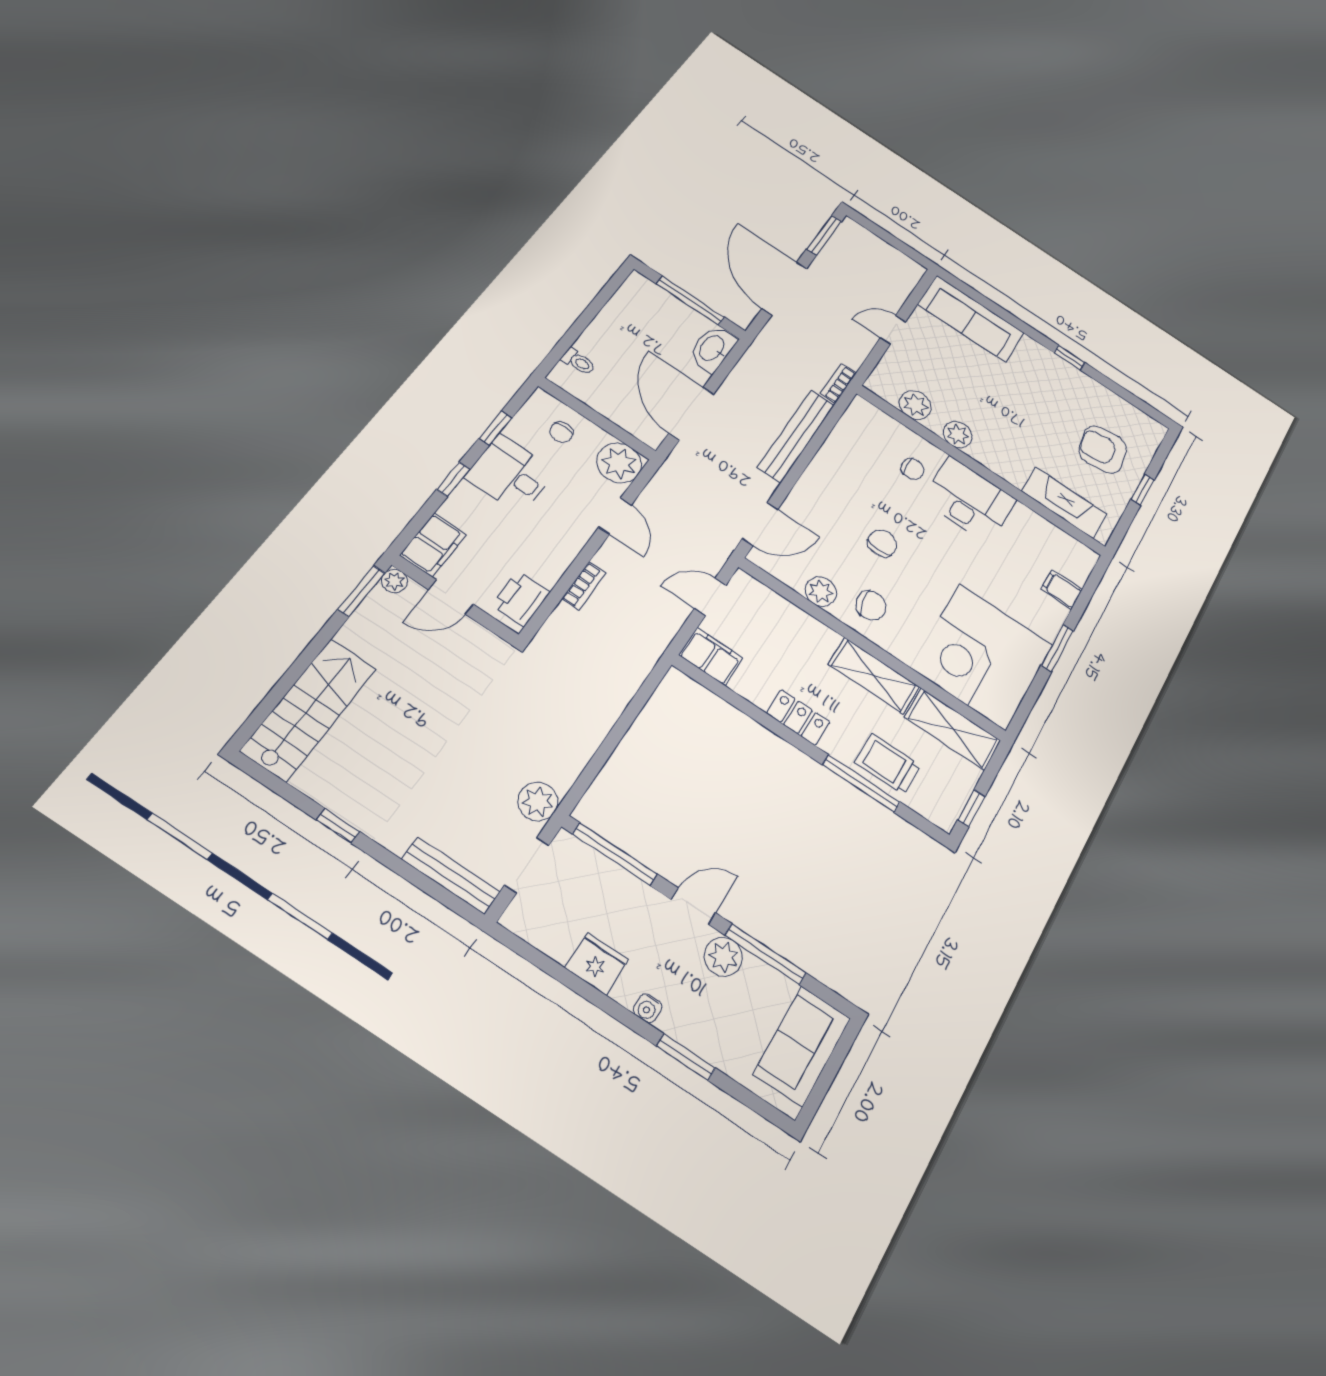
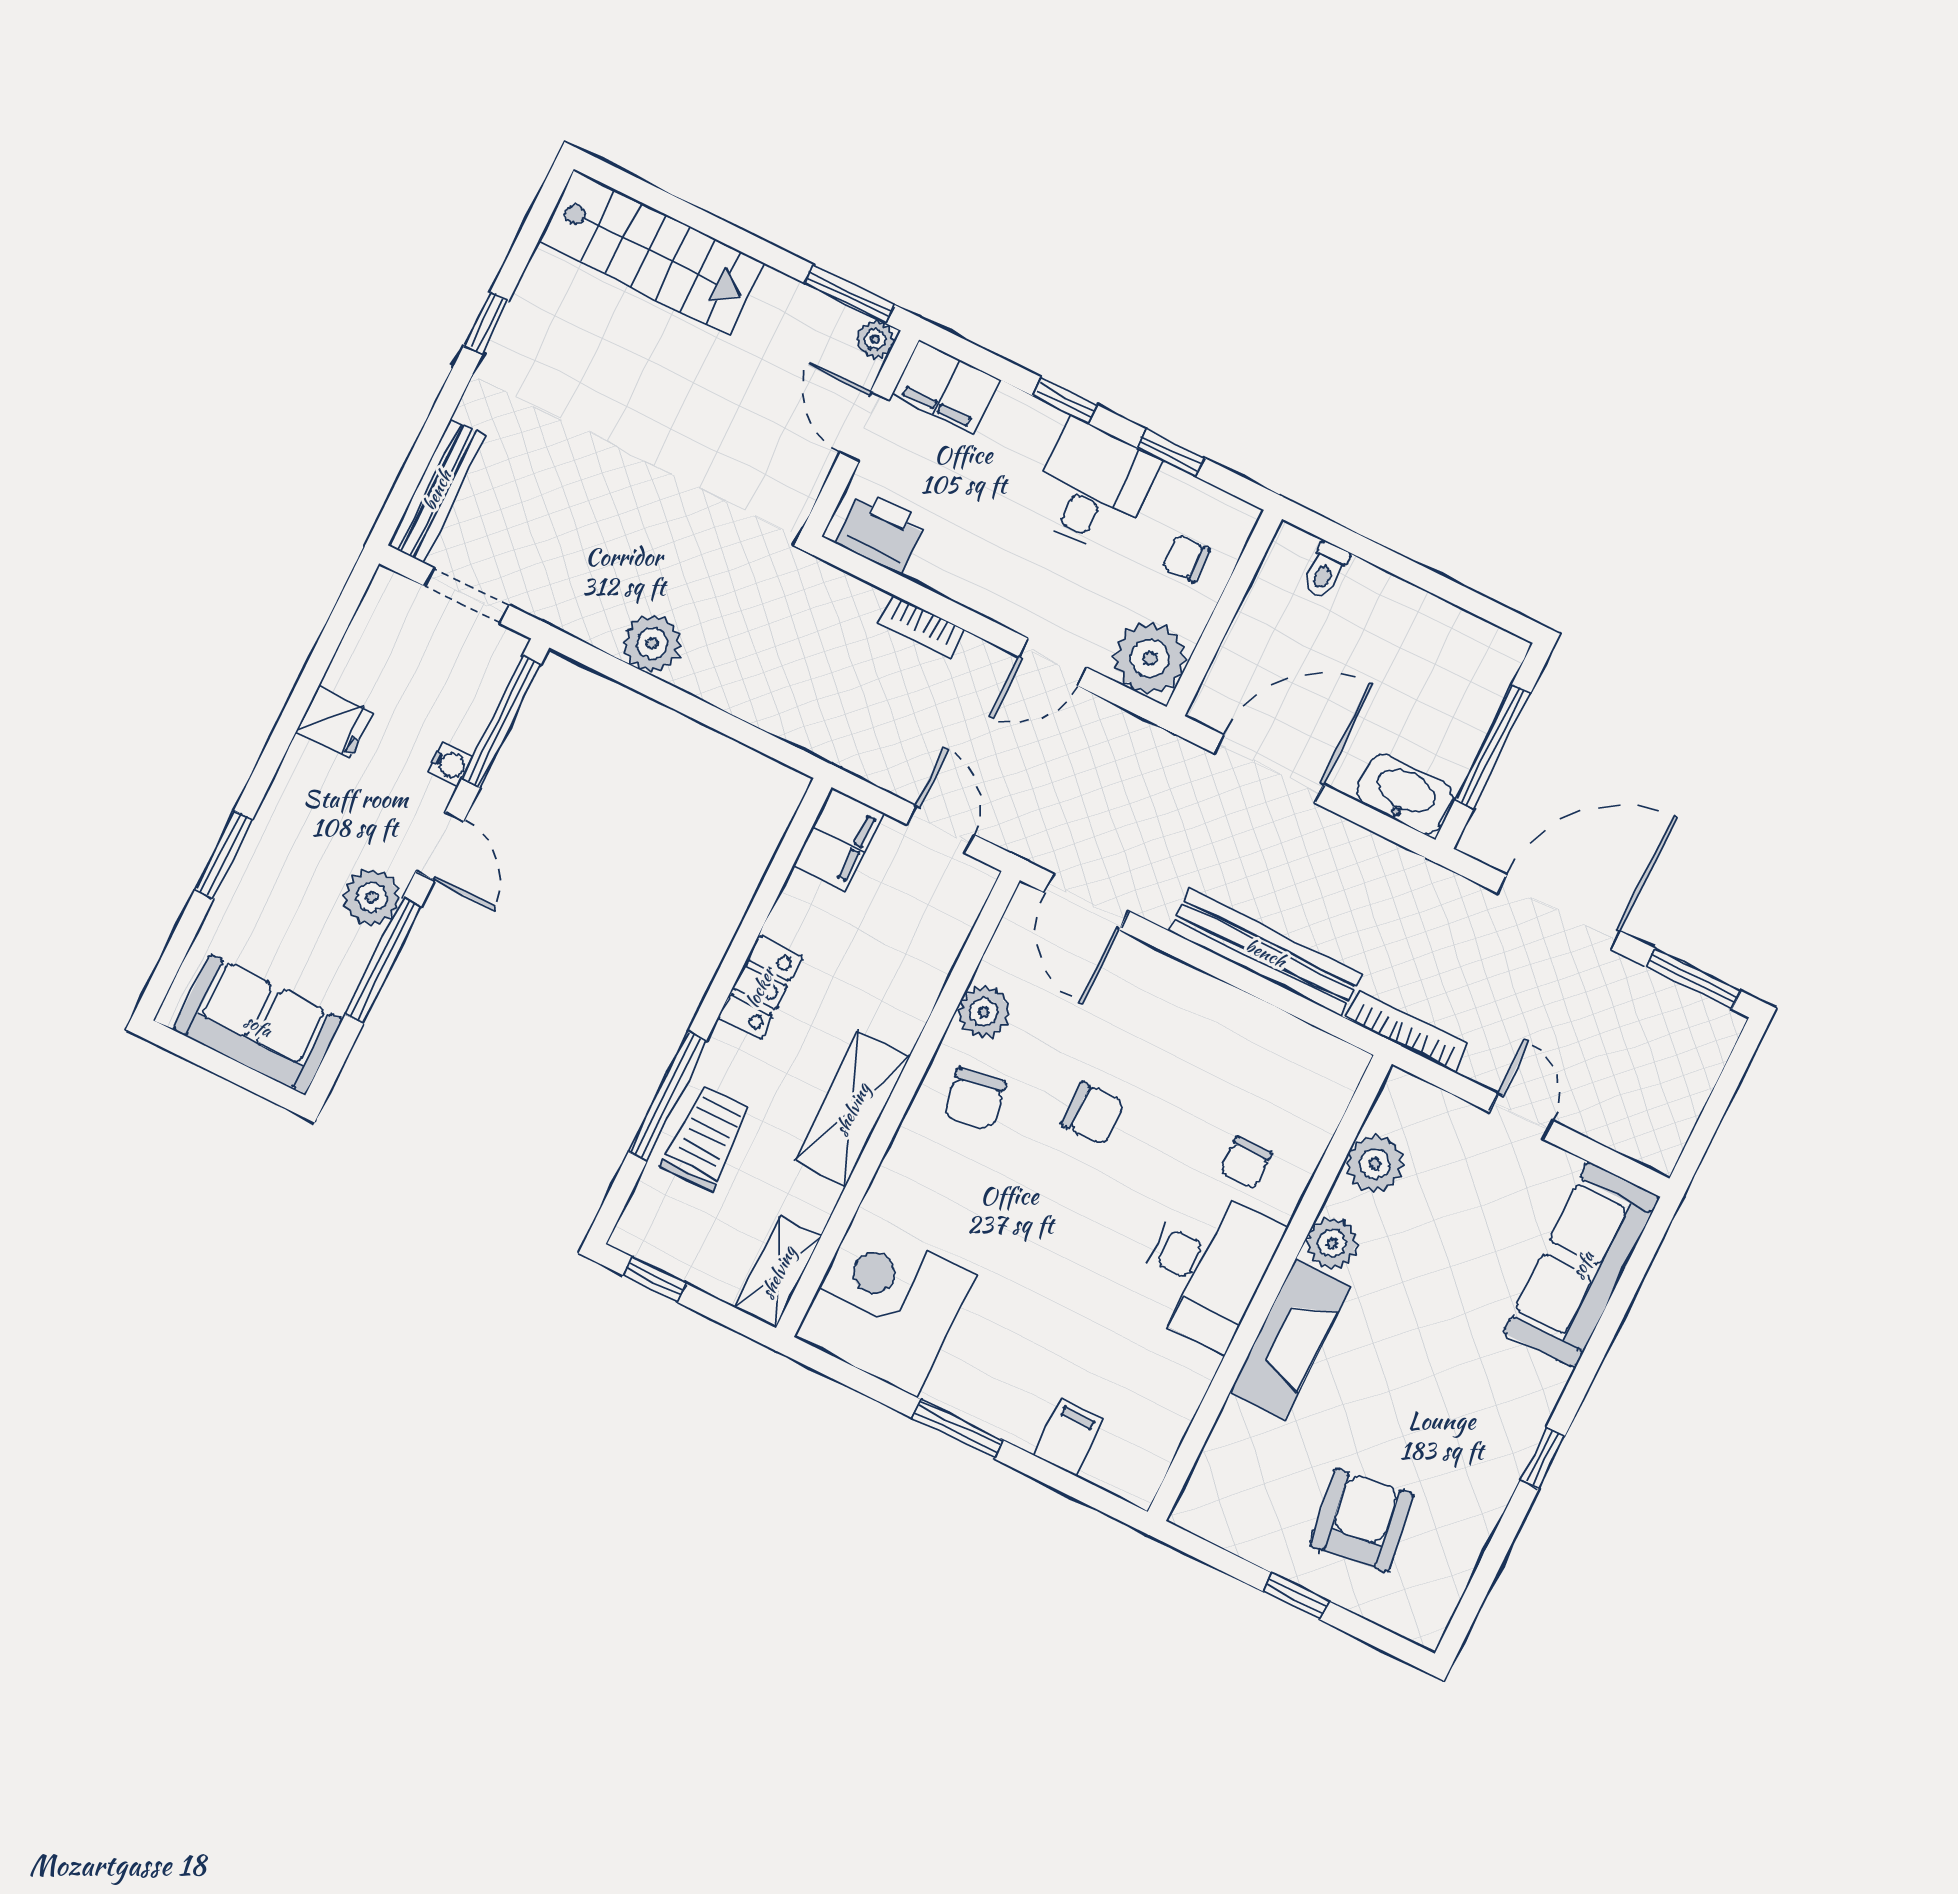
bookcase: (838, 383) -> (1407, 1031), width x1.56
fireplace: (1064, 503) -> (1290, 1339), moved
corner desk: (982, 656) -> (886, 1306), width x0.74, depth x0.74
shelving: (953, 729) -> (778, 1272), width x0.67, depth x0.75
plant: (538, 802) -> (652, 643), moved
fridge: (597, 964) -> (334, 722), width x0.72
water cooler: (648, 1008) -> (449, 764), moved, turned 180

